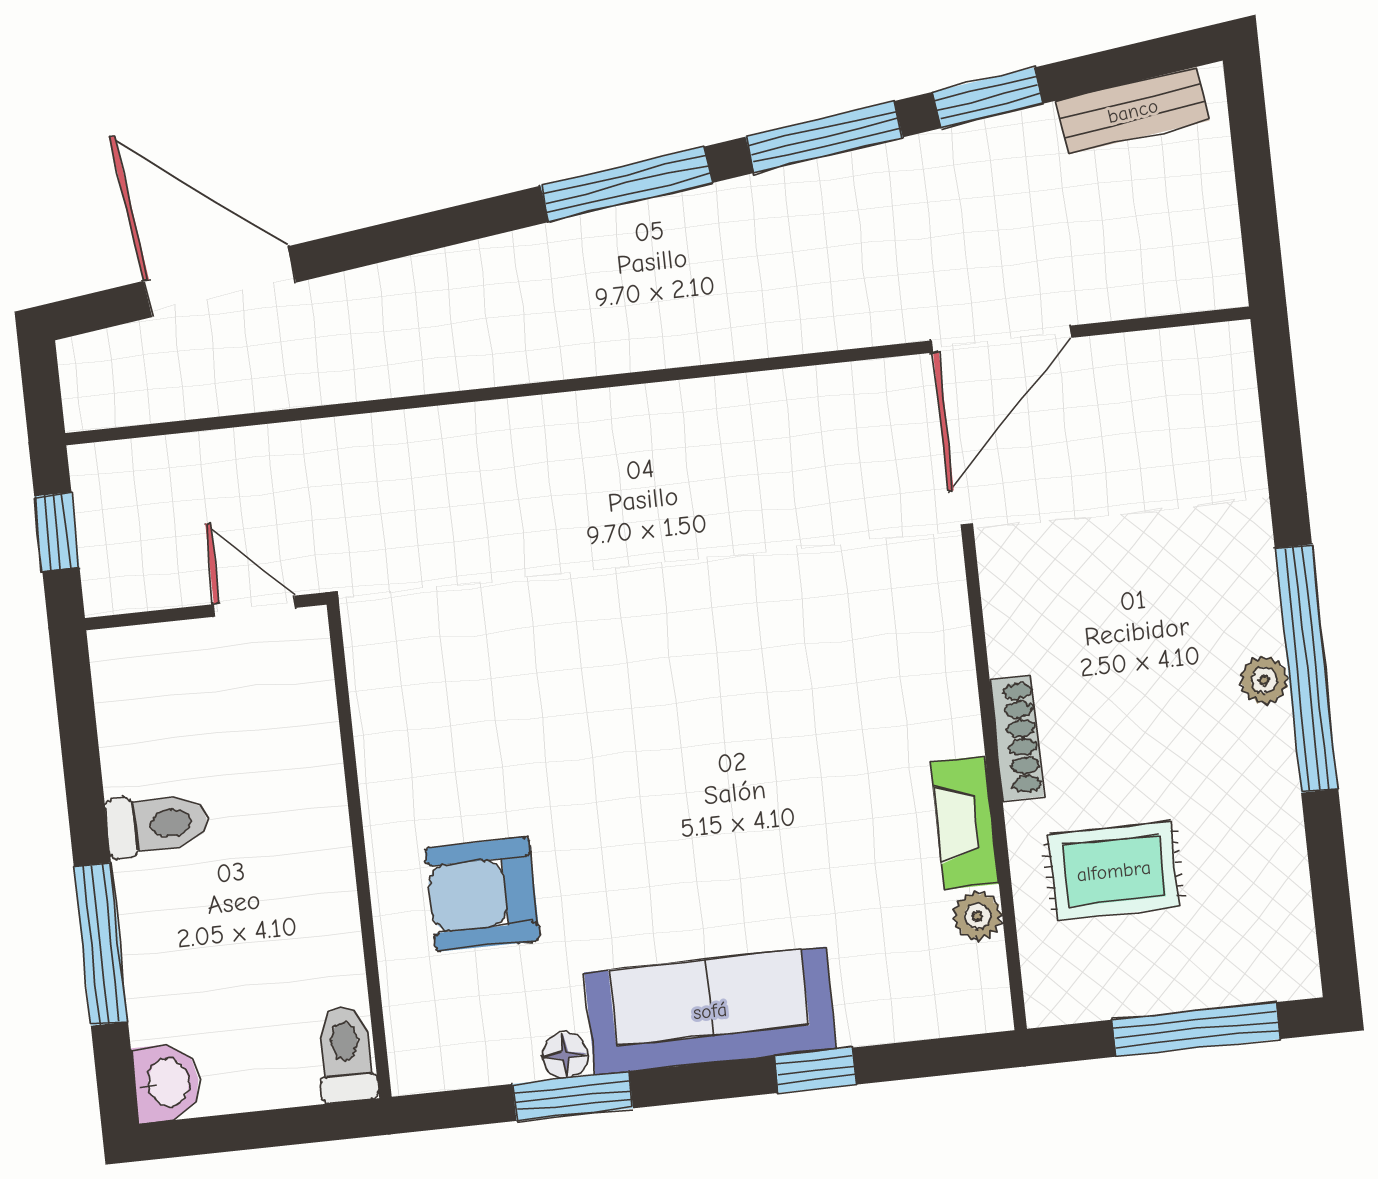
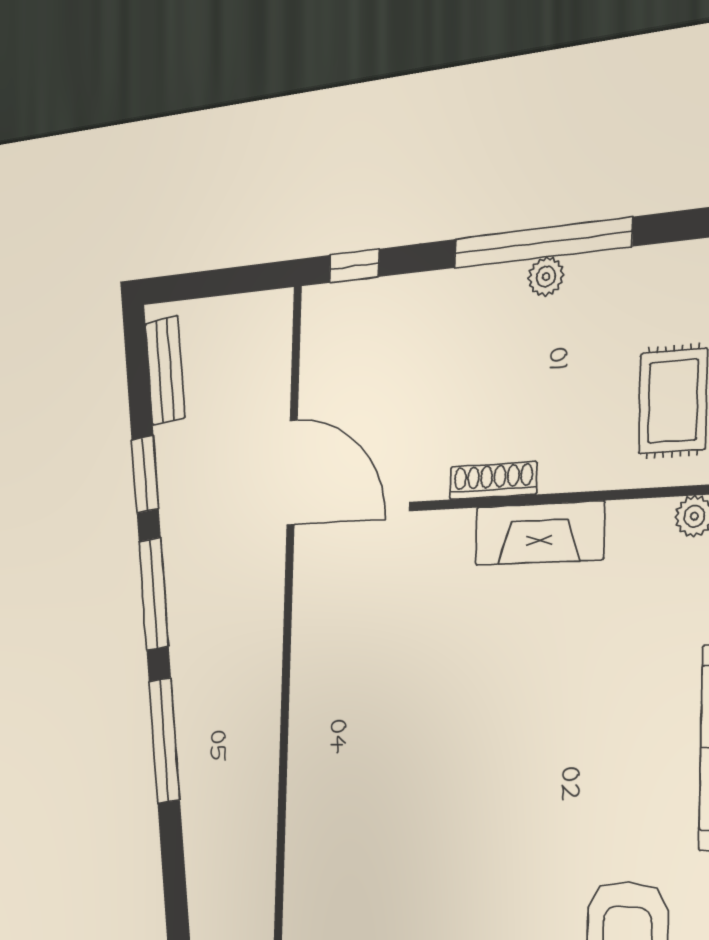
window: (1278, 397) -> (354, 266), added
shoe rack: (1017, 738) -> (493, 481), moved
fireplace: (965, 823) -> (539, 533), moved, width x1.37, depth x1.32

